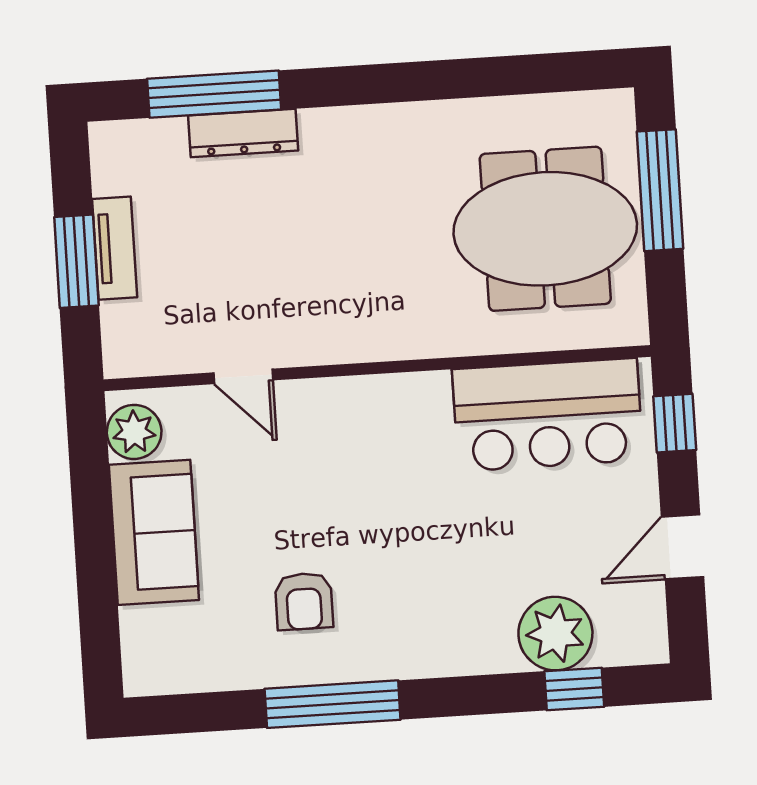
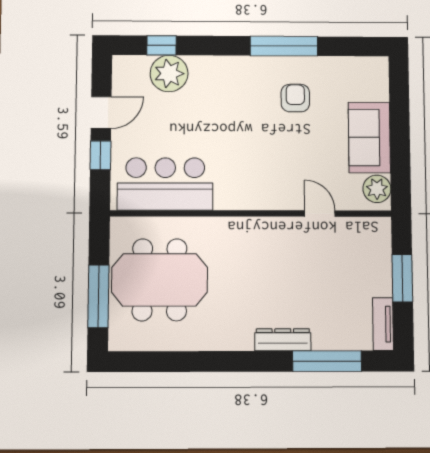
dresser: (243, 133) -> (283, 340), moved
tv unit: (115, 248) -> (383, 324), moved
window: (675, 423) -> (100, 155), moved

